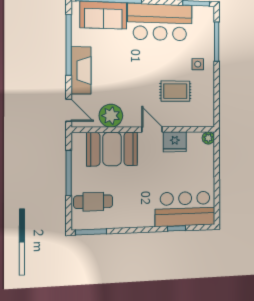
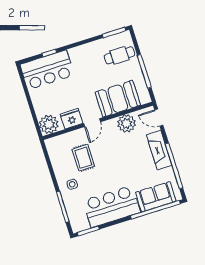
rug: (175, 91) -> (83, 158), turned 90
door: (152, 130) -> (92, 123), hinge flipped
plant: (208, 138) -> (49, 124), width x1.87, depth x1.87

